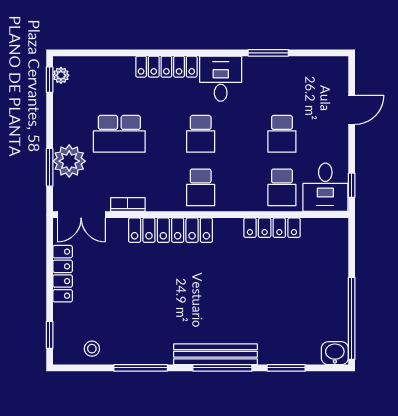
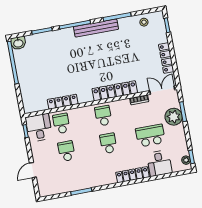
desk: (221, 79) -> (159, 163), moved
bench: (215, 354) -> (96, 28), moved

